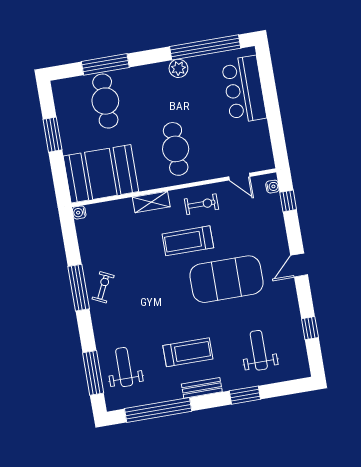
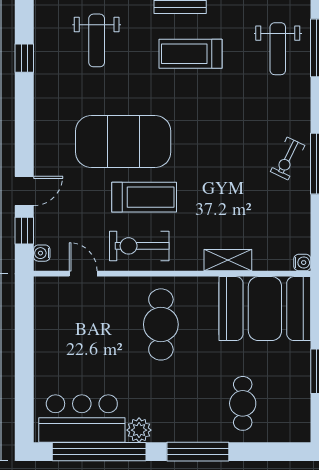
window: (105, 64) -> (198, 452), moved
bar counter: (244, 90) -> (82, 419), moved, turned -90
cafe table: (105, 101) -> (243, 403), width x0.73, depth x0.74
shelving: (151, 202) -> (228, 260), moved
exercise bike: (201, 204) -> (139, 246), width x1.38, depth x1.39
treadmill: (188, 241) -> (144, 197), moved
door: (299, 265) -> (24, 191), moved

